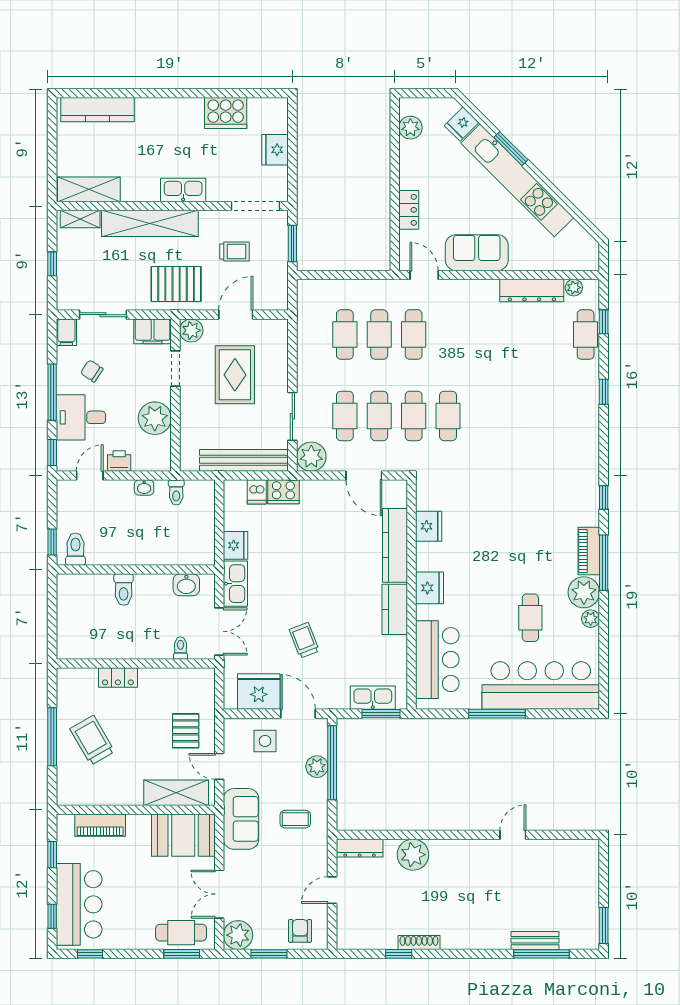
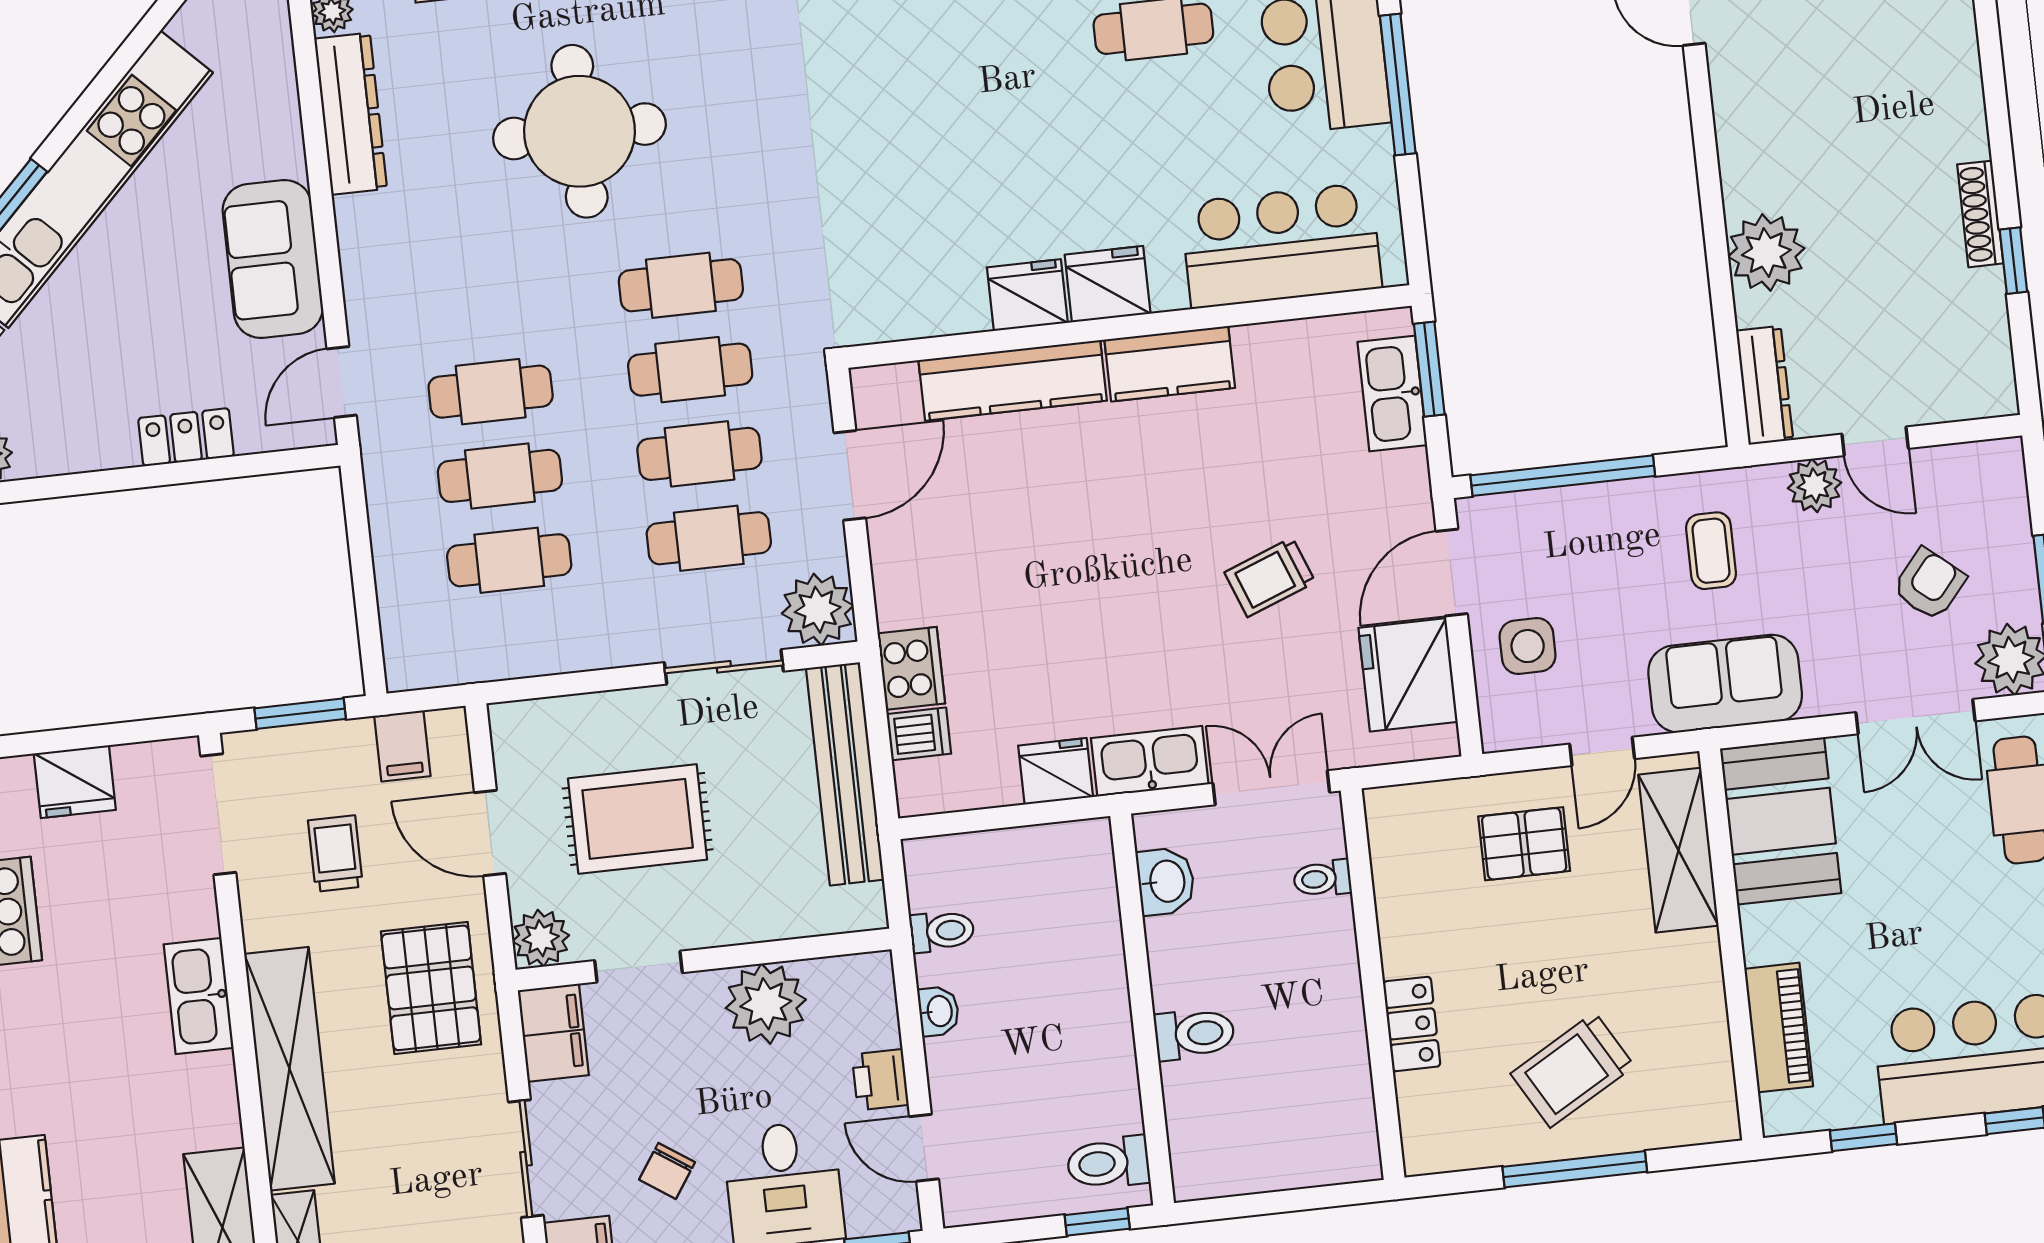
filing cabinet: (275, 283) -> (402, 746), added
round table: (515, 382) -> (579, 131), added
fridge: (429, 526) -> (1027, 295), moved
plant: (317, 767) -> (1815, 485), moved
armchair: (300, 931) -> (1929, 584), moved, turned 130

